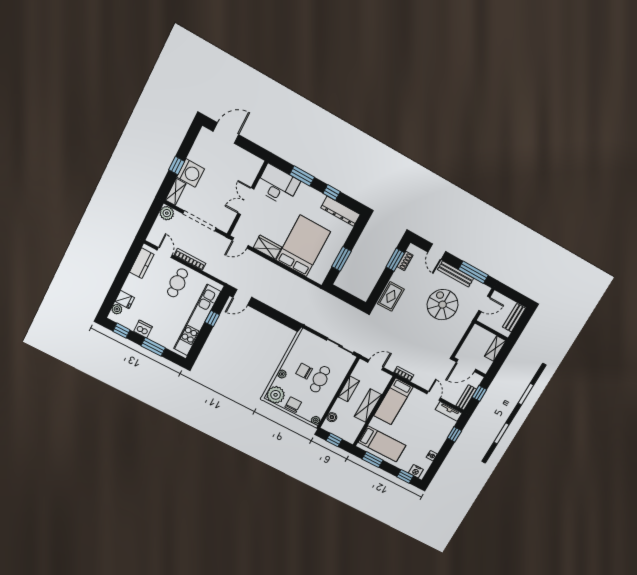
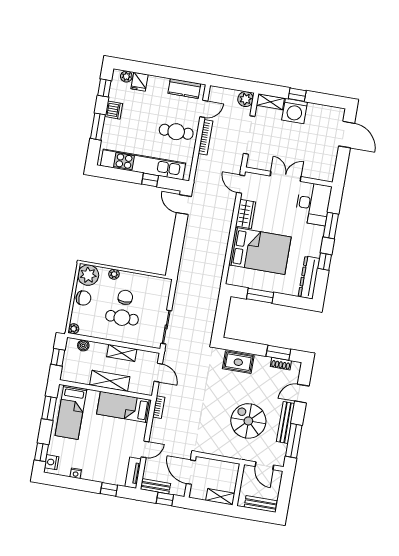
spiral stairs: (443, 305) -> (248, 421), turned -90

